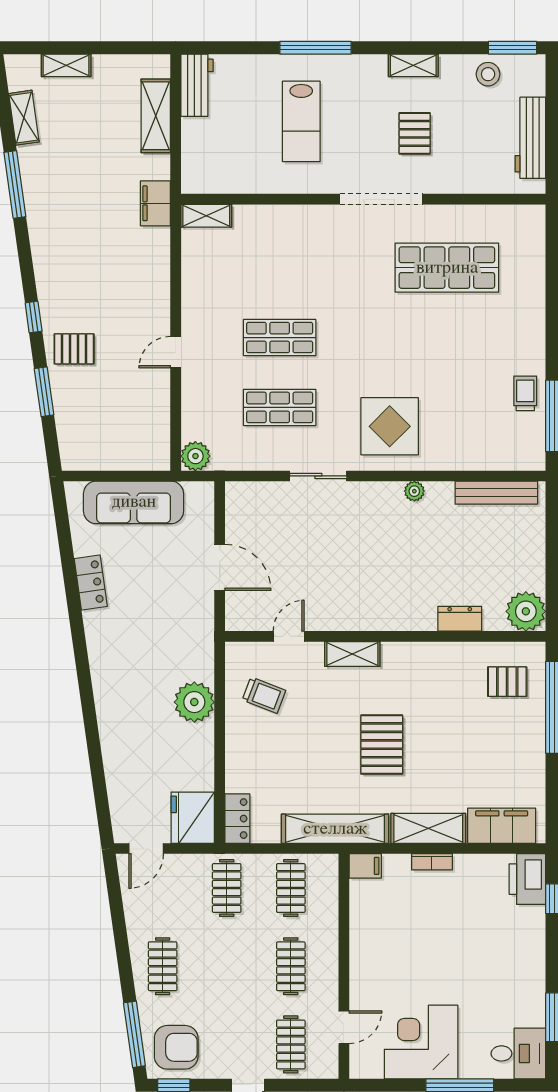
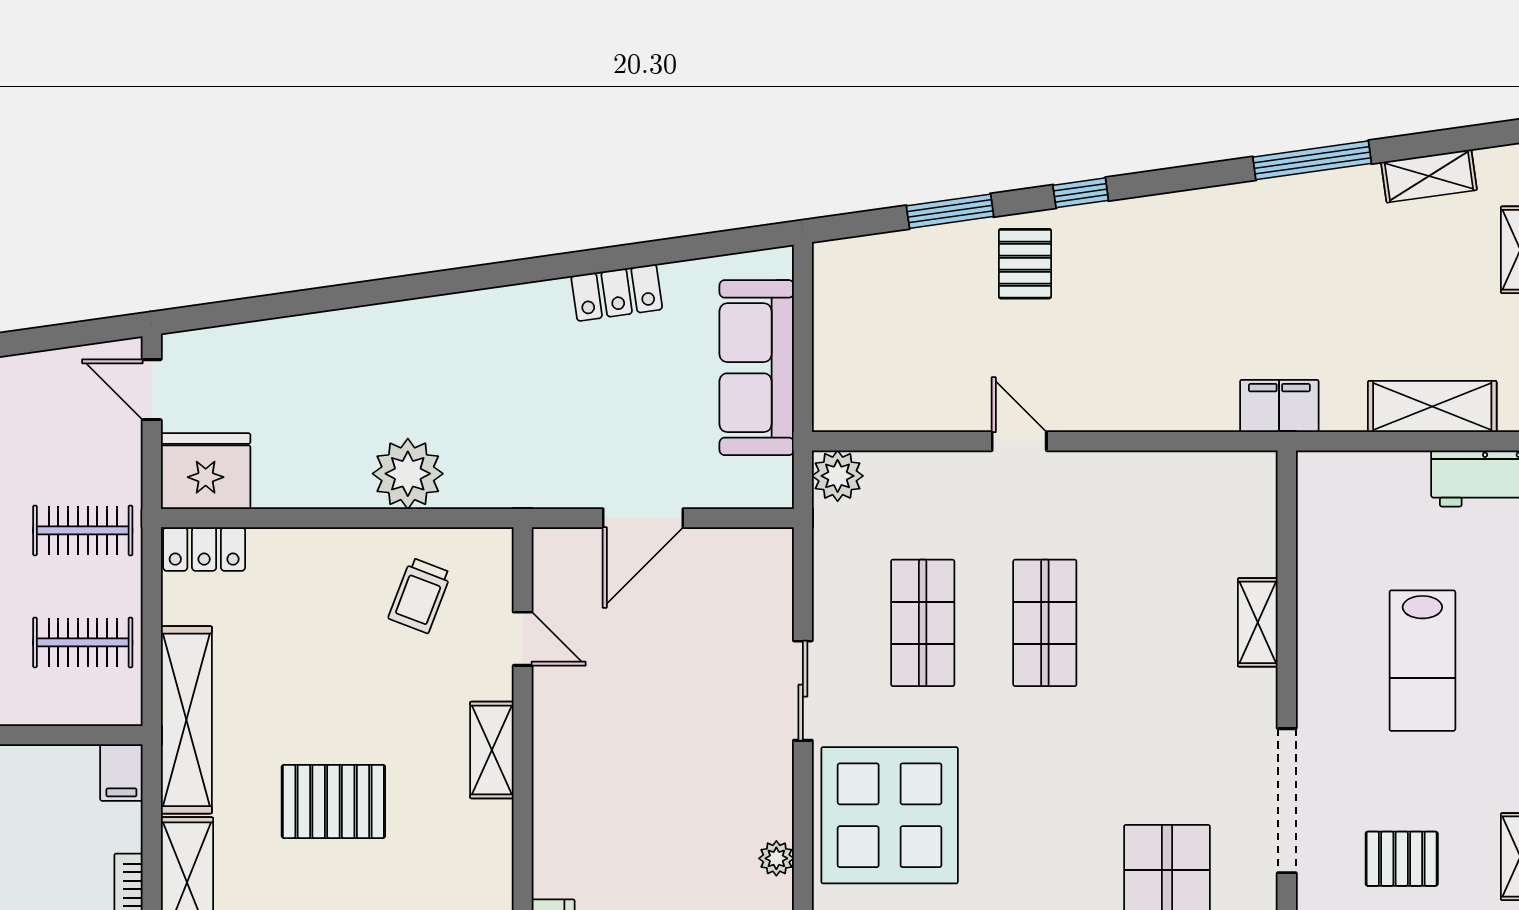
lab bench: (301, 121) -> (1422, 661), turned -90
shelving: (206, 216) -> (1258, 622), moved
display table: (390, 426) -> (890, 815), width x1.36, depth x1.36

